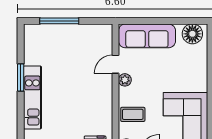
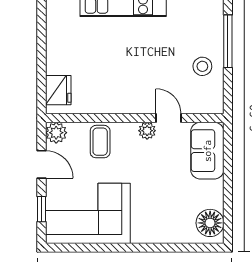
sofa: (147, 36) -> (207, 151), width x0.73
stool: (78, 39) -> (202, 66), added

